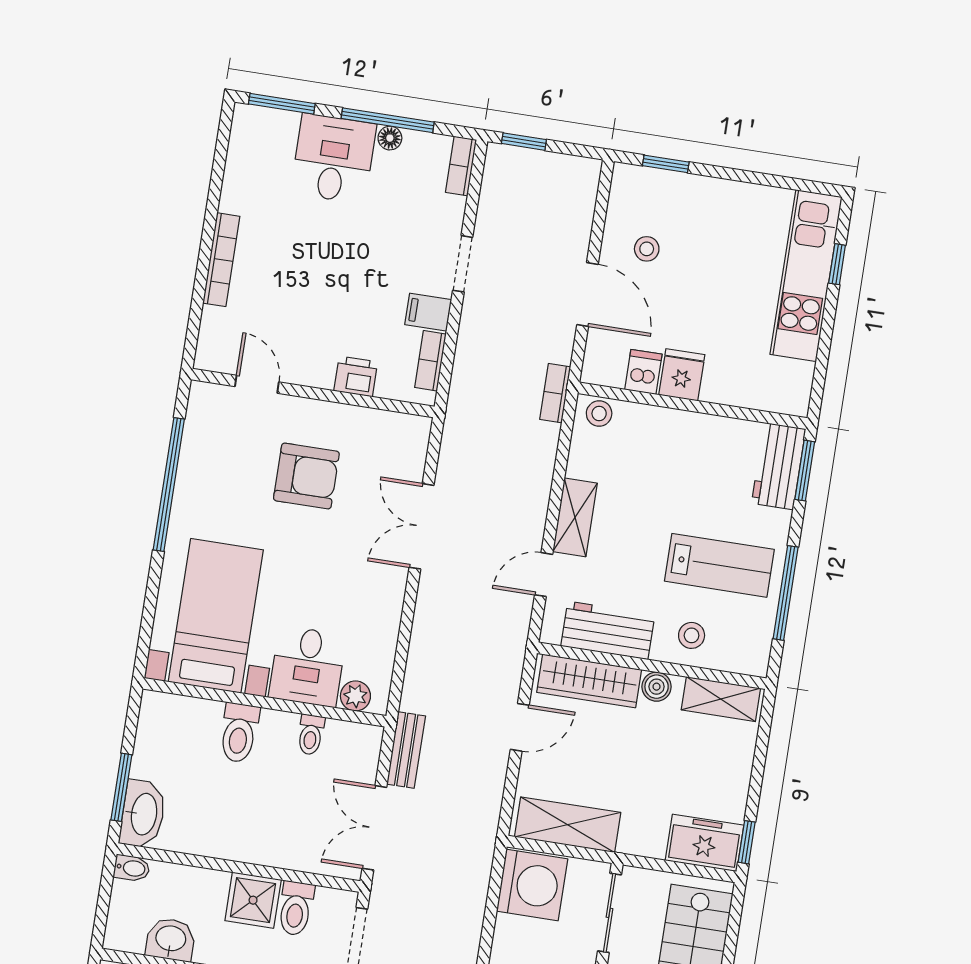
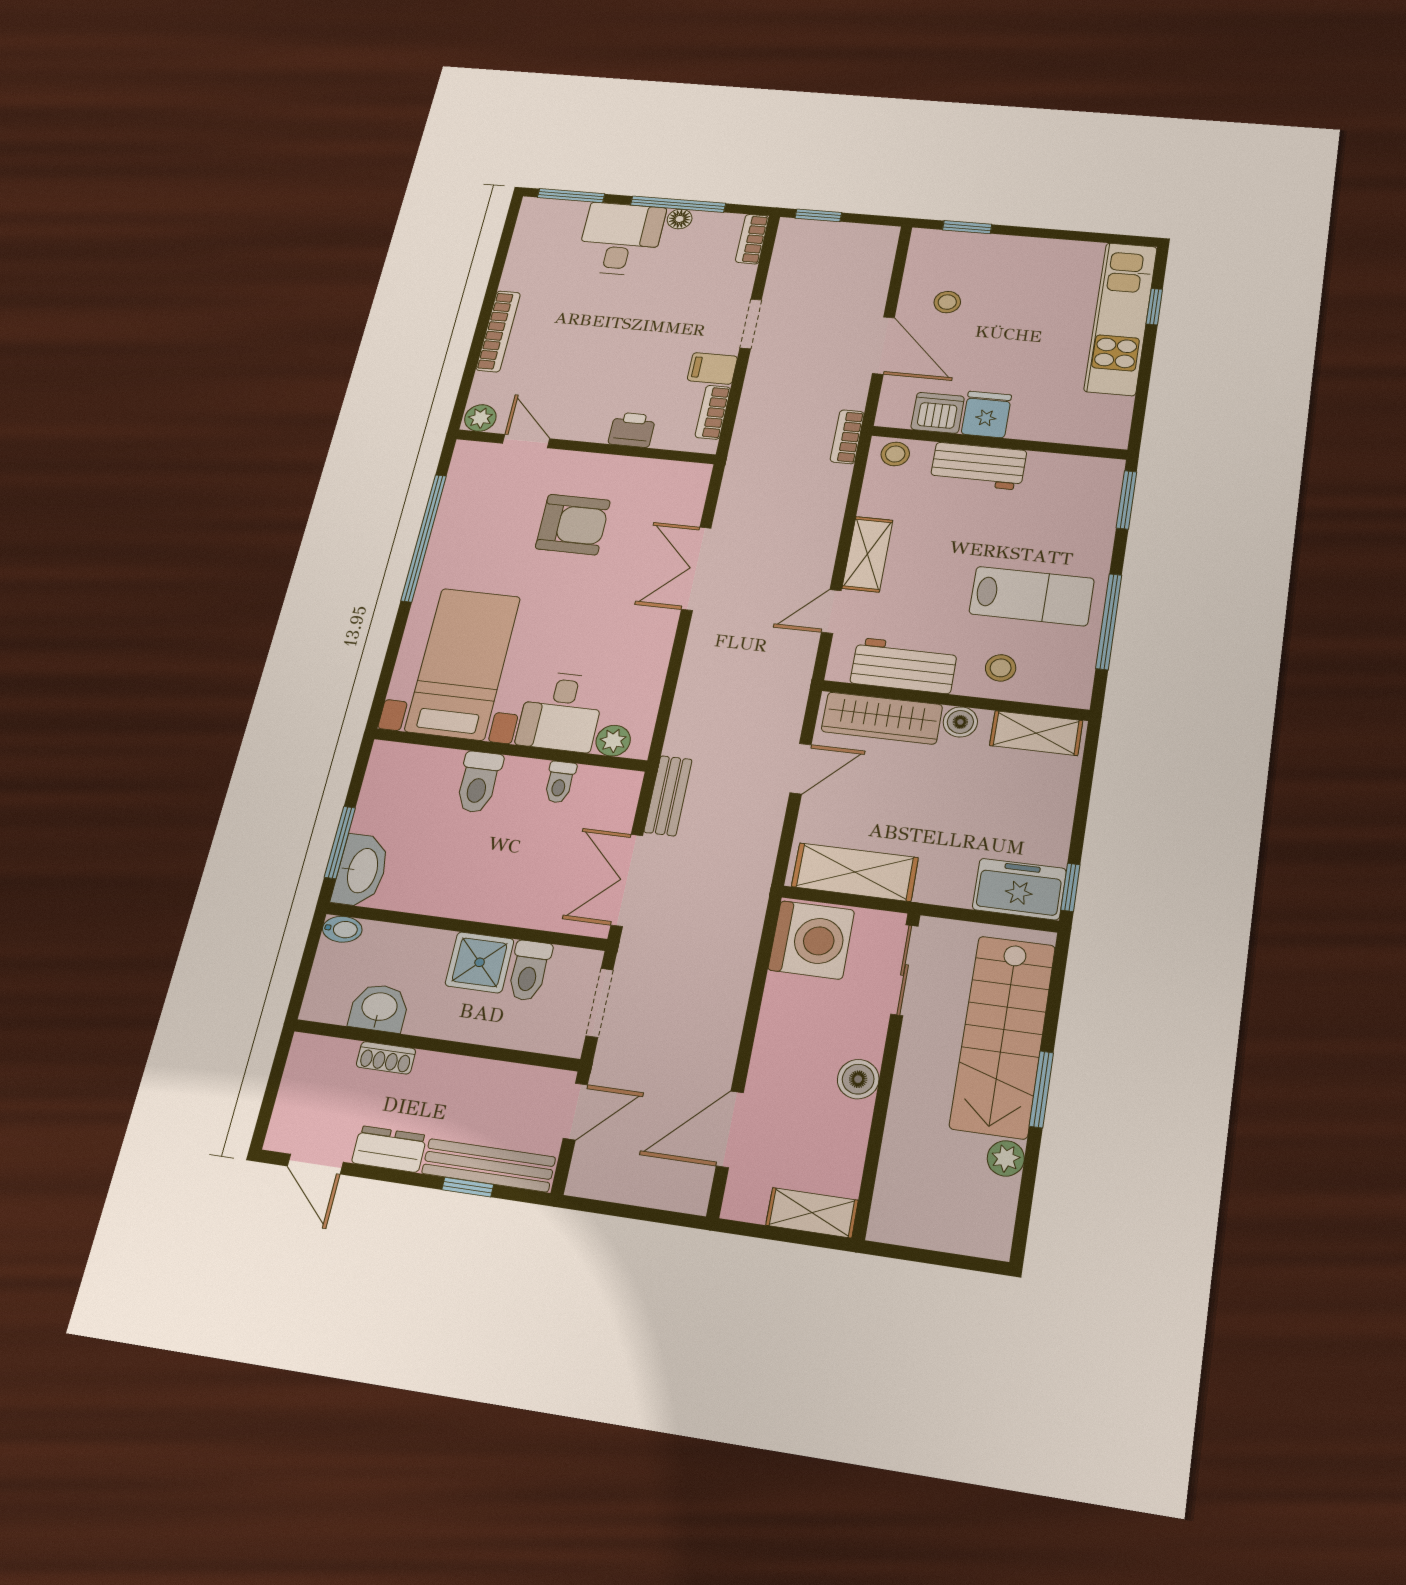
plant: (212, 357) -> (480, 418), added
dishwasher: (643, 372) -> (938, 413), width x1.38
workbench: (779, 466) -> (978, 466), moved, turned -90

